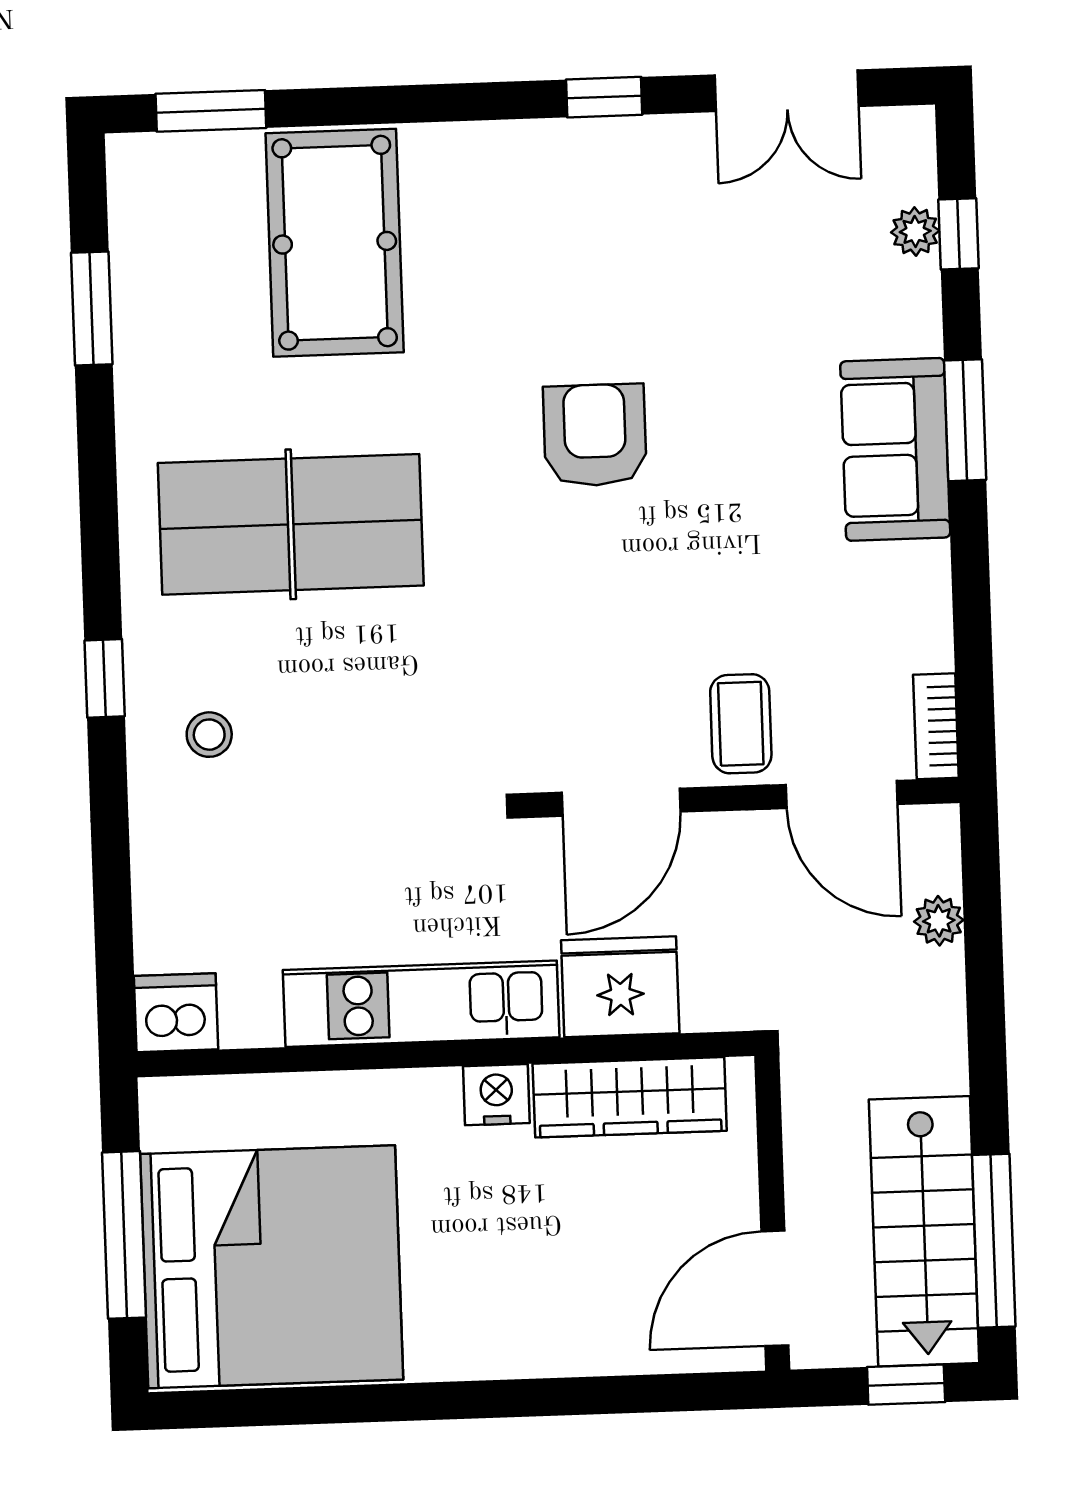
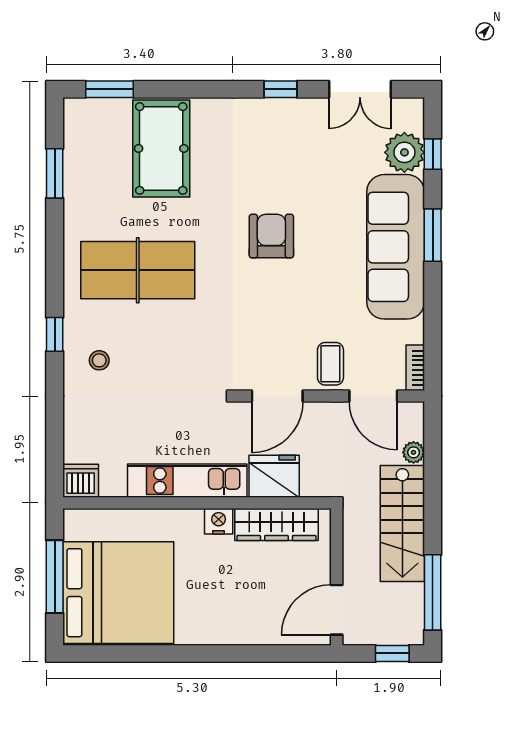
plant: (915, 231) -> (404, 152), width x1.88, depth x1.88
sofa: (895, 449) -> (396, 247), width x1.85, depth x1.27
stairs: (924, 1231) -> (402, 524), moved

